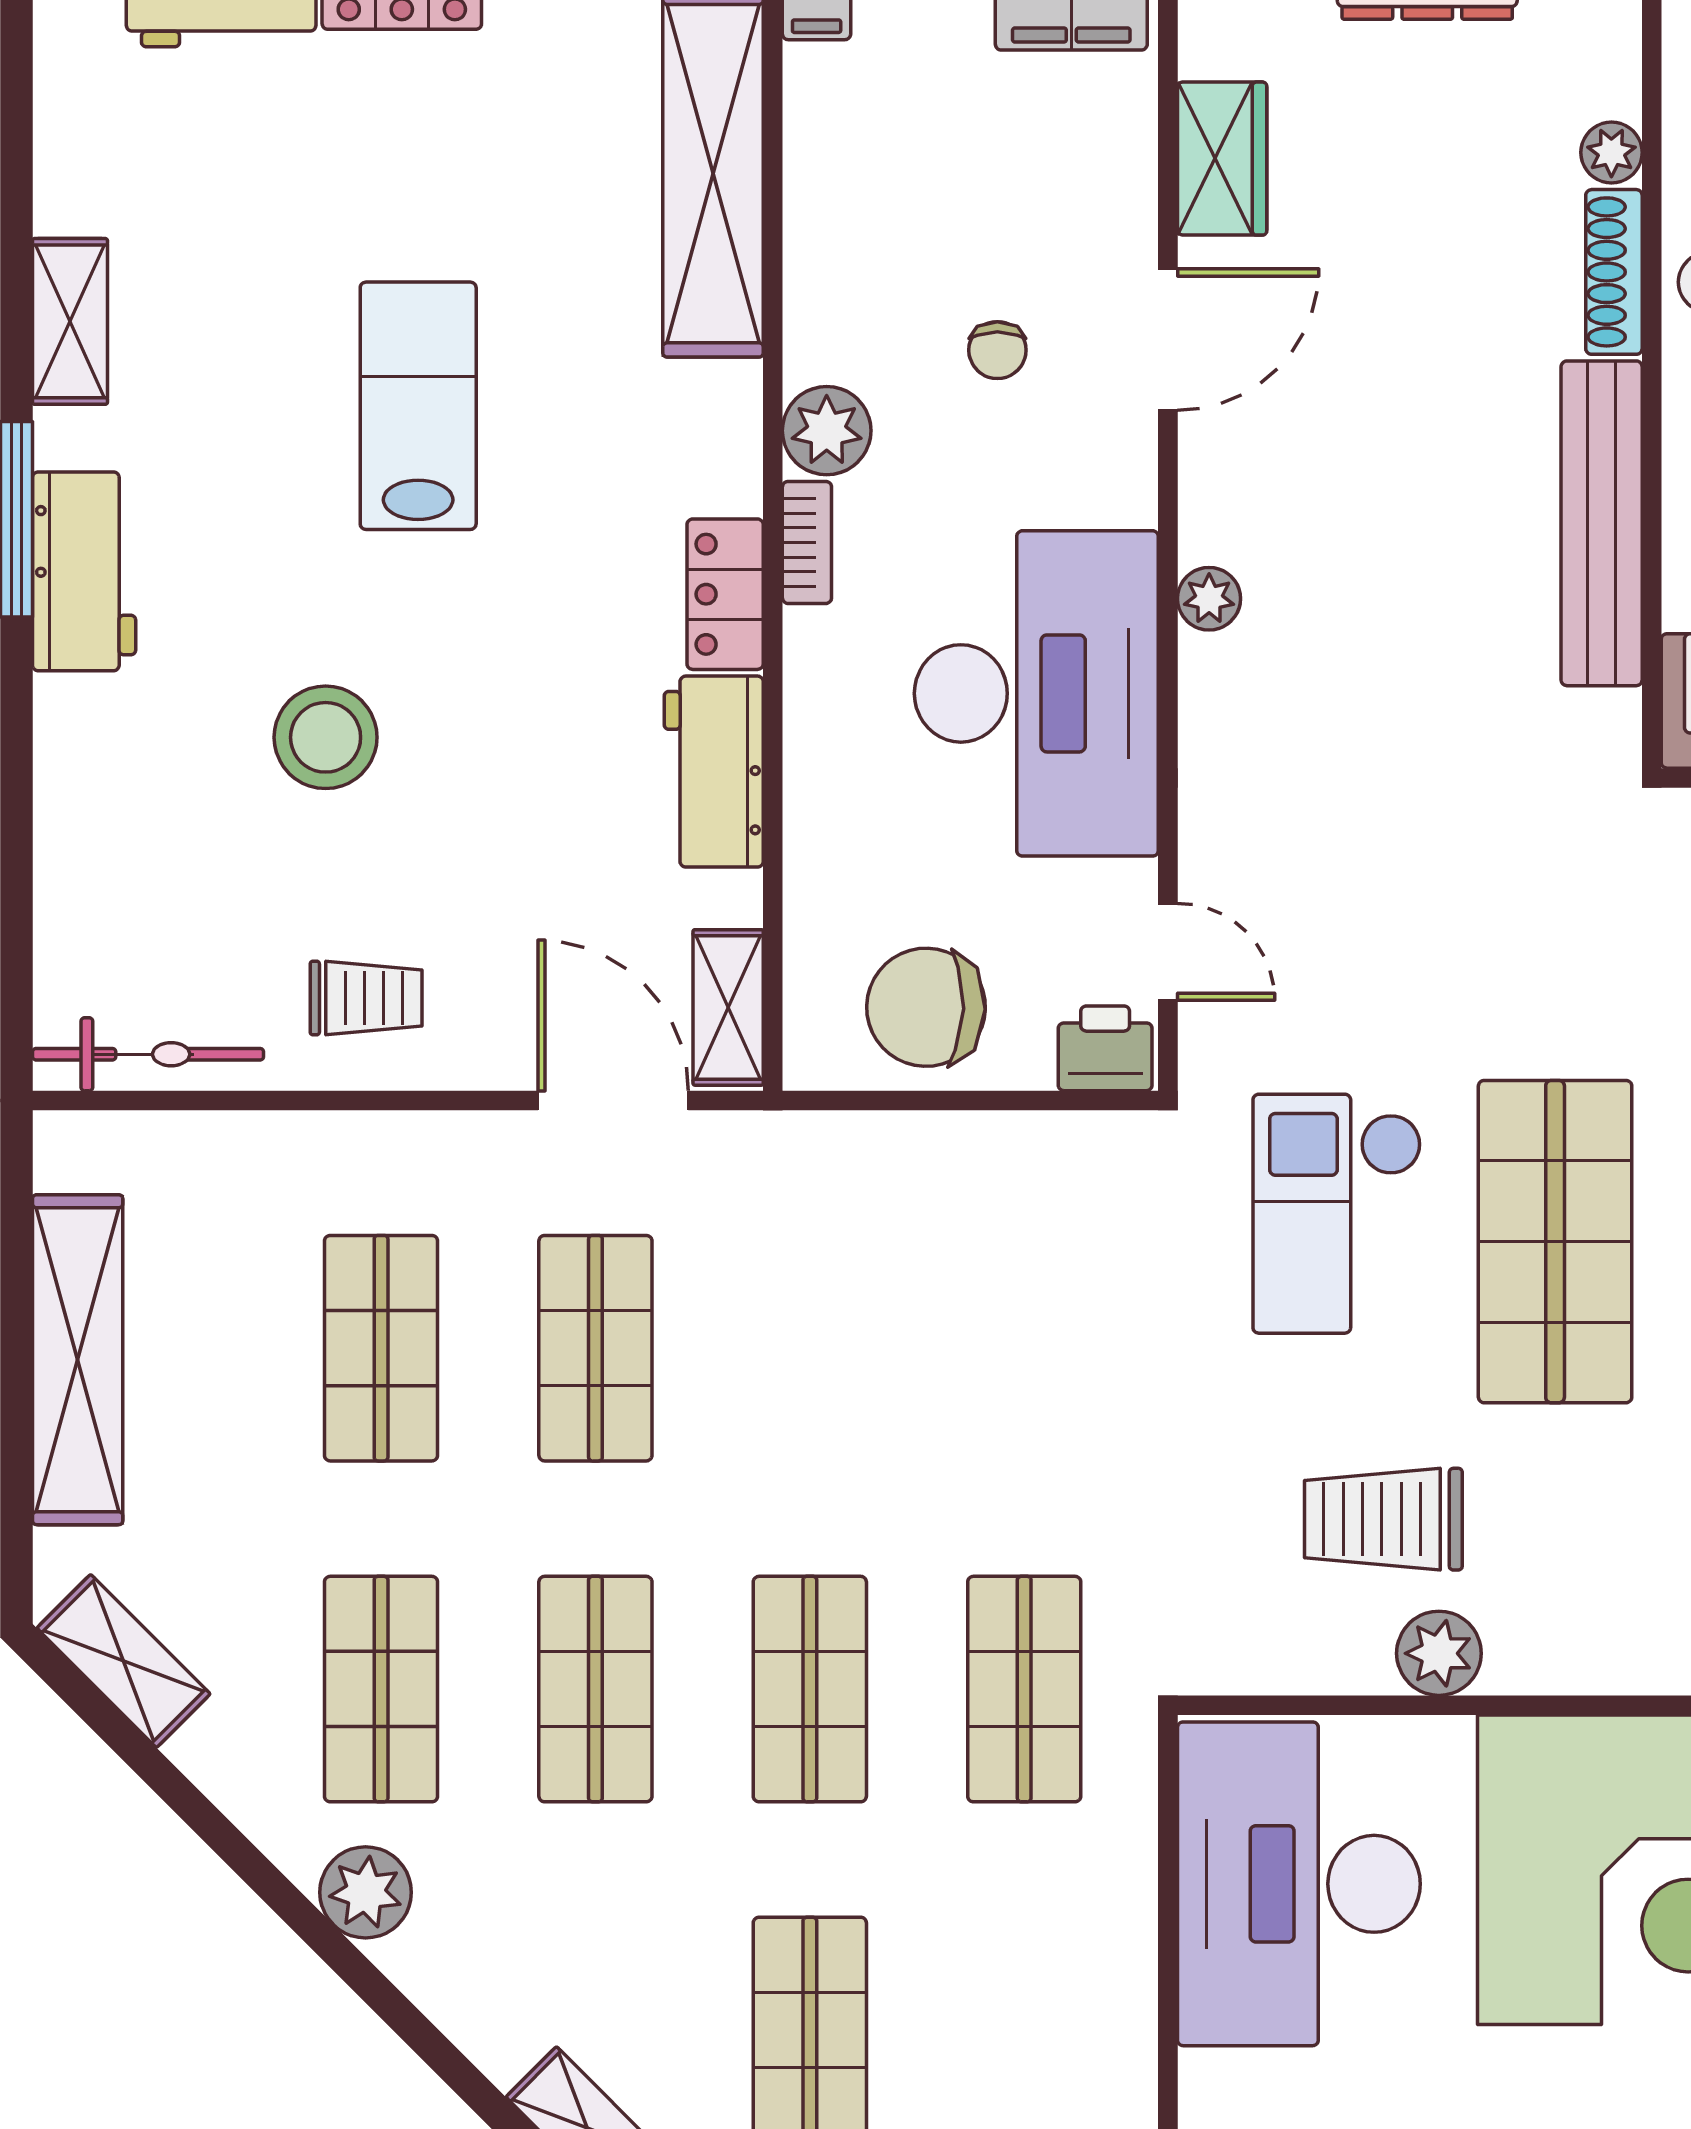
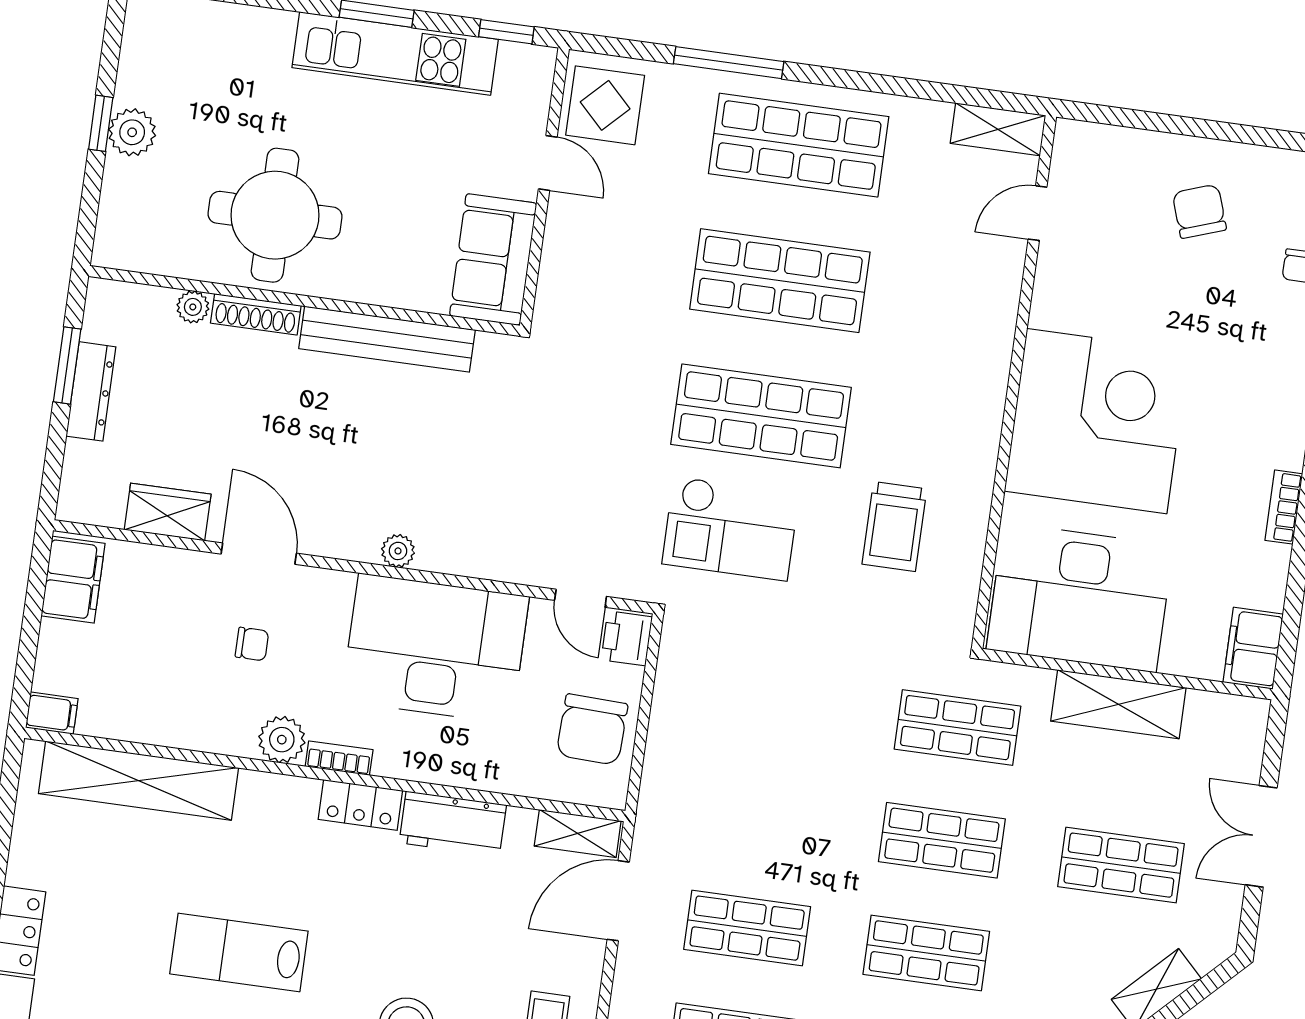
door: (1168, 952) -> (581, 598), swing flipped
plant: (1439, 1653) -> (969, 507), removed
shelving: (1109, 1983) -> (1118, 704), added

